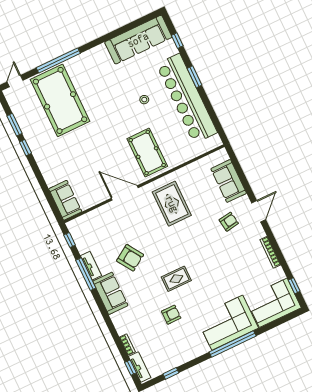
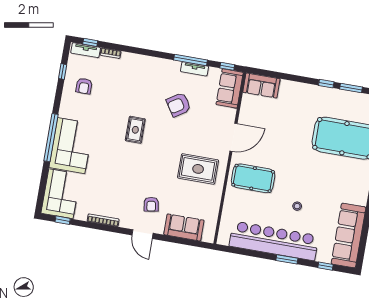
sofa: (110, 293) -> (230, 88), moved, turned 90
armchair: (171, 315) -> (84, 86), moved

